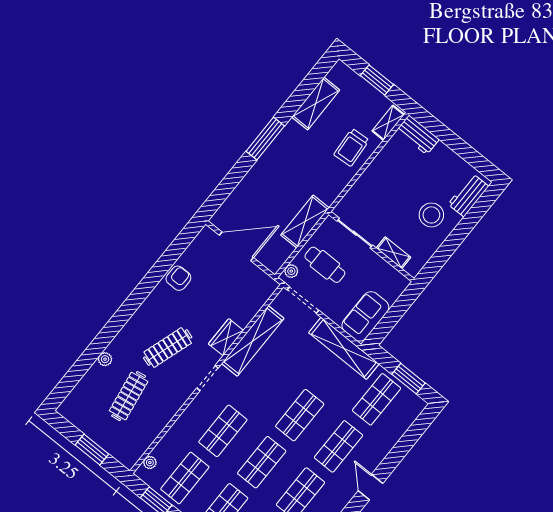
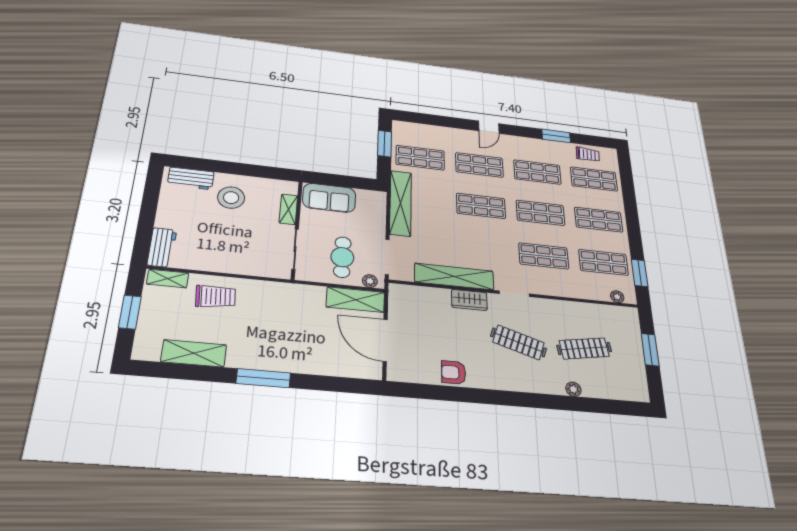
shelving: (305, 221) -> (356, 300), moved
sofa: (365, 316) -> (329, 198), moved

